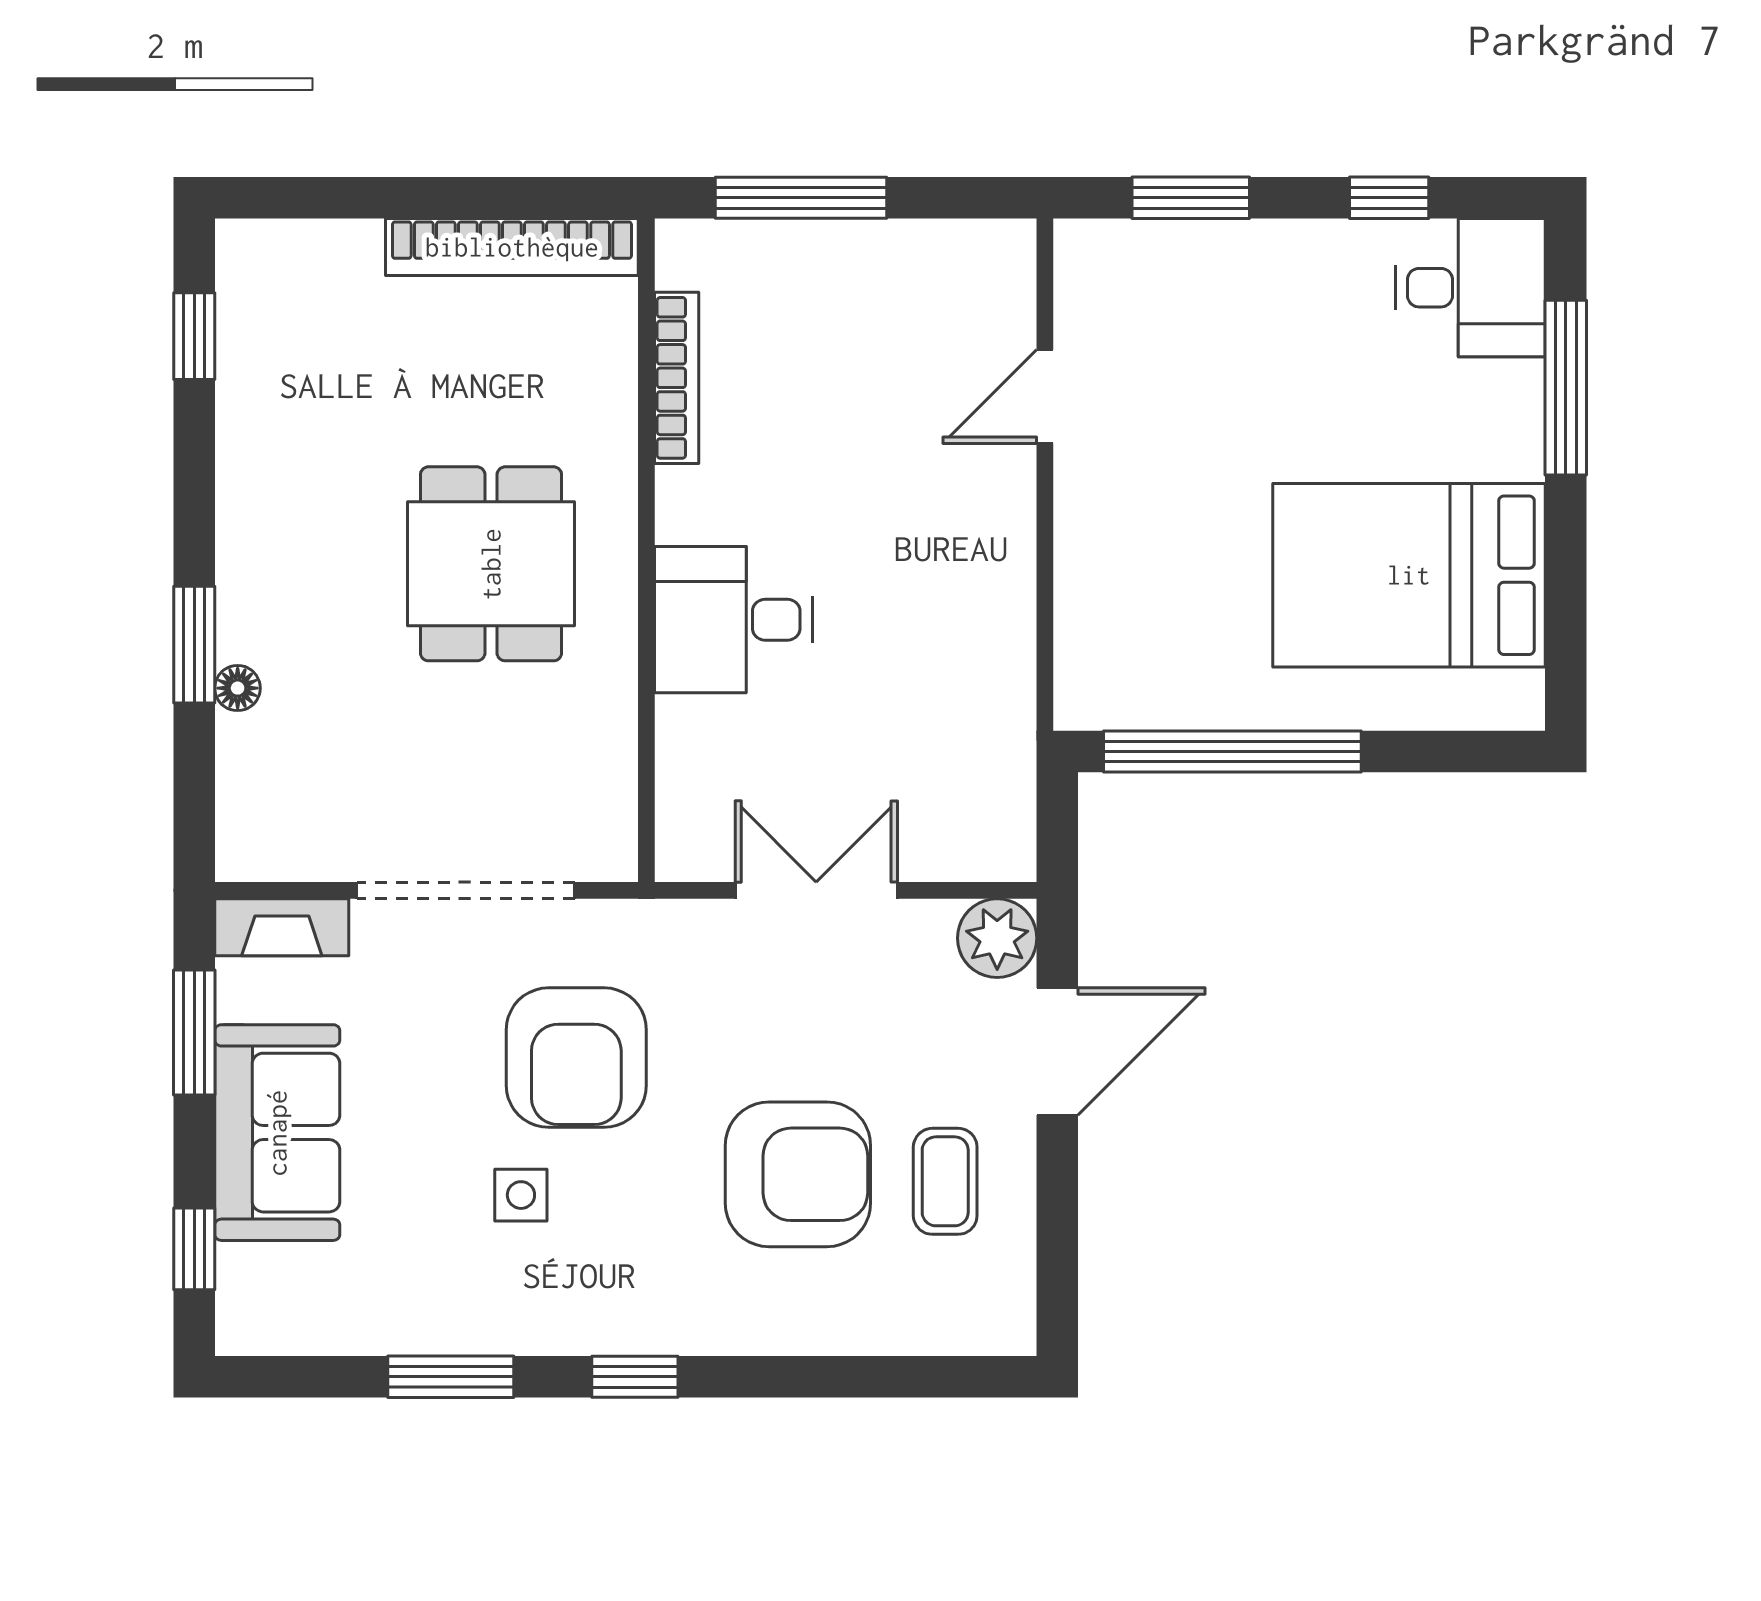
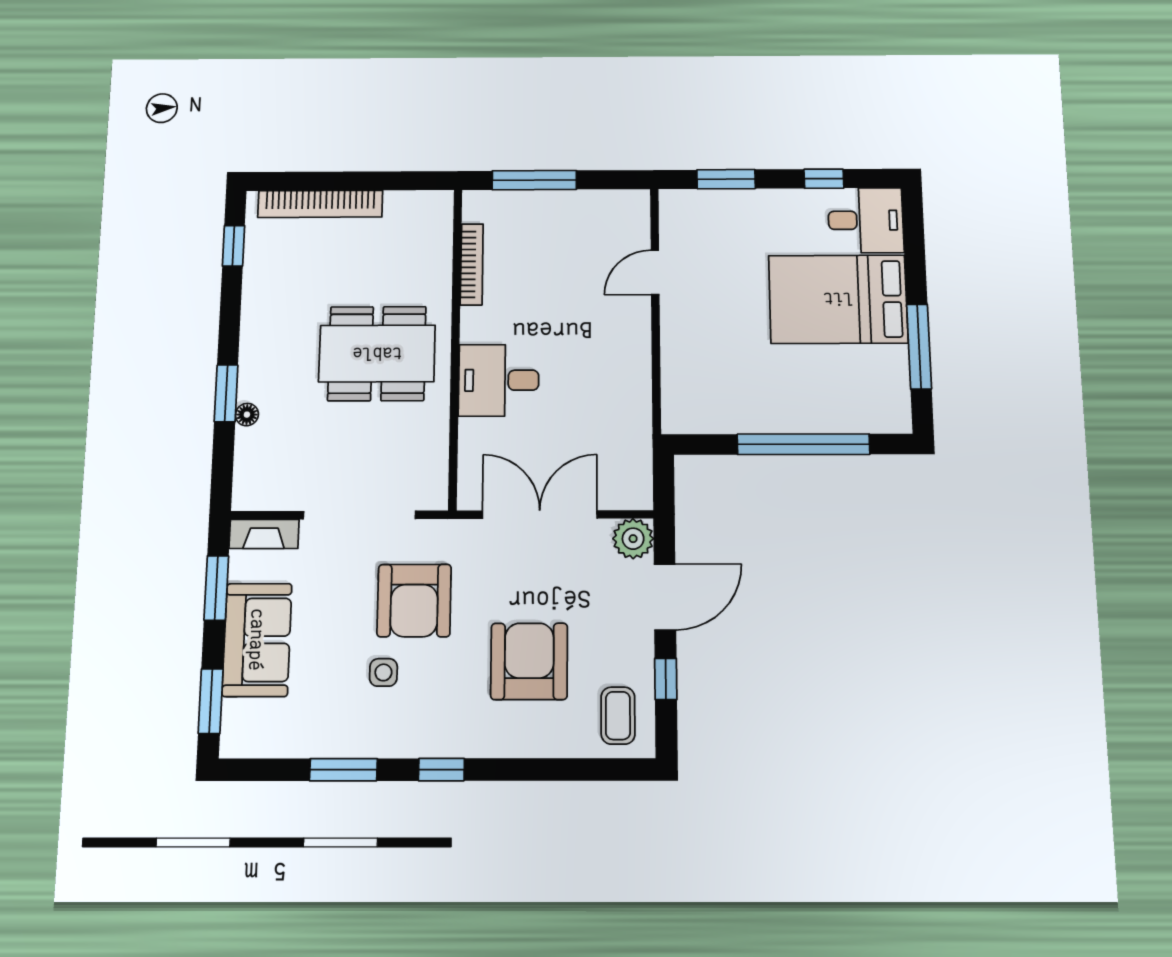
bookcase: (512, 247) -> (320, 204), moved
window: (1566, 388) -> (919, 347), moved
dining table: (491, 564) -> (377, 354), width x1.37
bed: (1409, 575) -> (838, 299), moved
window: (1232, 752) -> (803, 444), moved
double door: (816, 890) -> (540, 515), width x1.37
armchair: (798, 1174) -> (529, 661), turned -90
coffee table: (945, 1181) -> (618, 716), moved
window: (1057, 1208) -> (666, 679), added
window: (194, 1249) -> (211, 701), width x1.50

